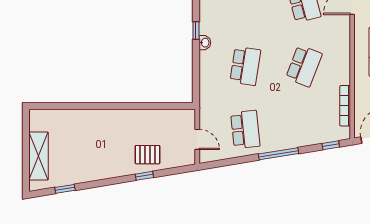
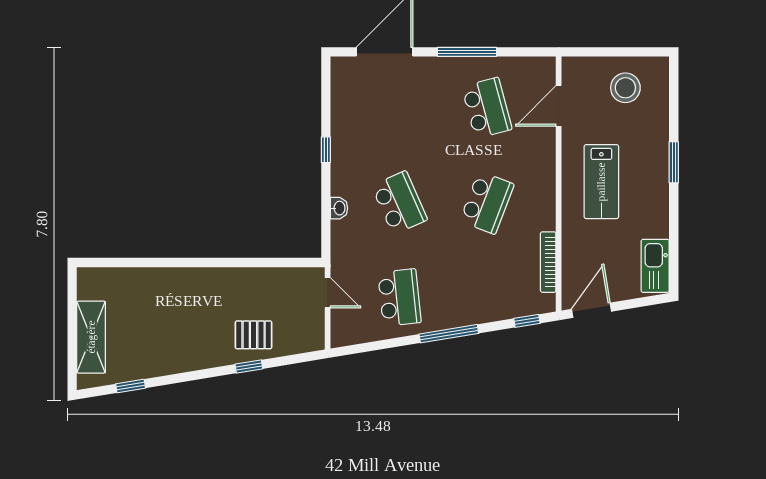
washbasin: (205, 43) -> (339, 208), moved
school desk: (245, 66) -> (399, 203), turned -33
door: (197, 139) -> (328, 293), moved

